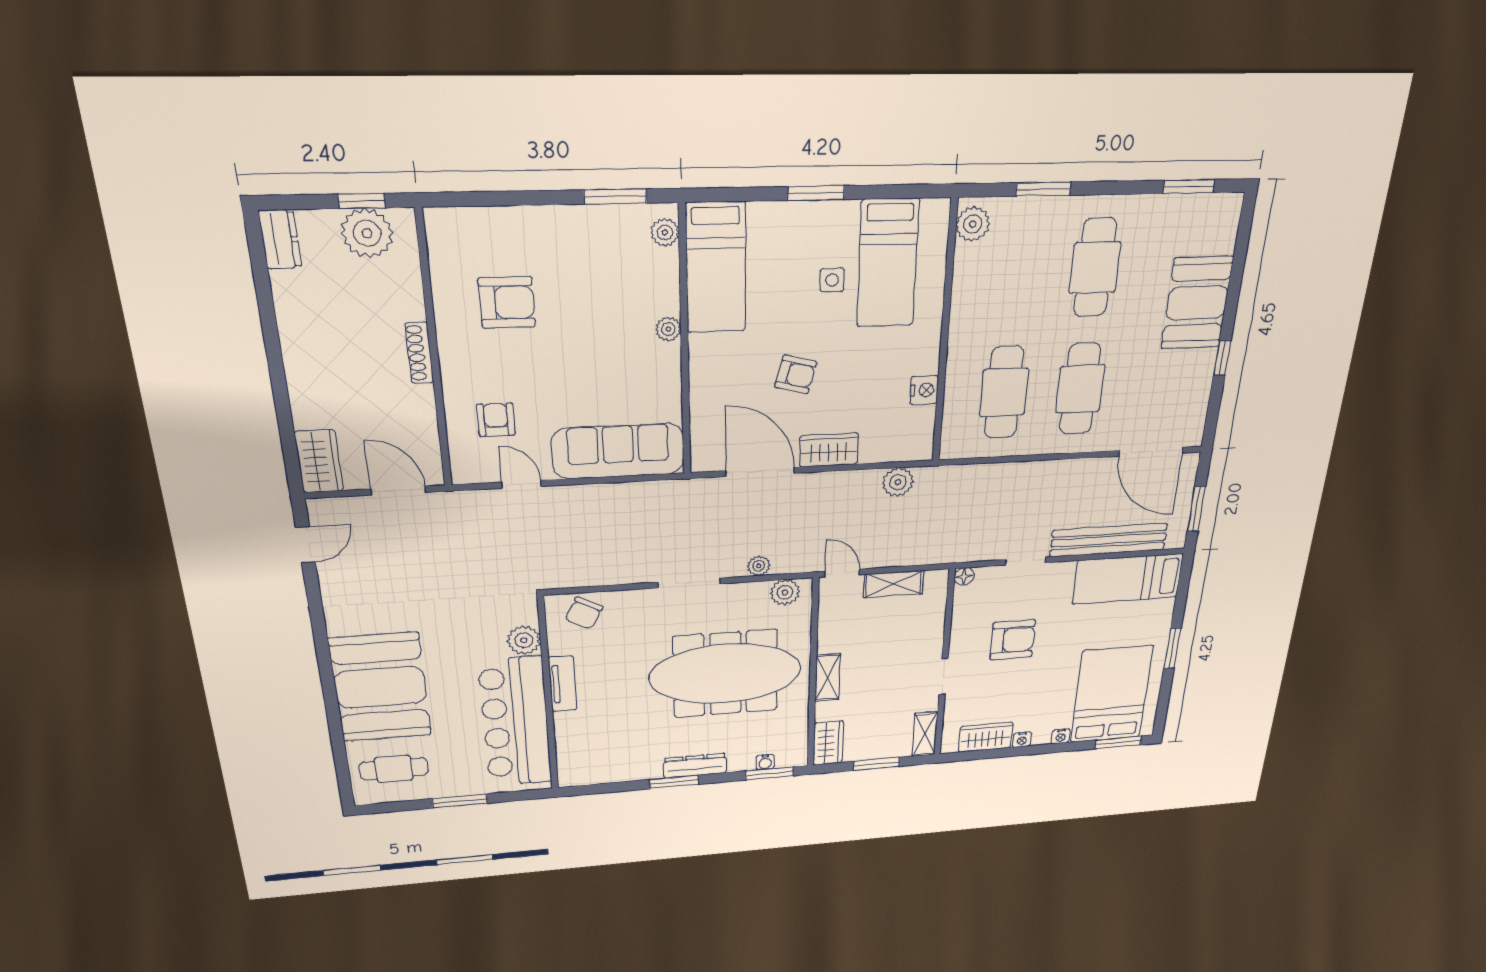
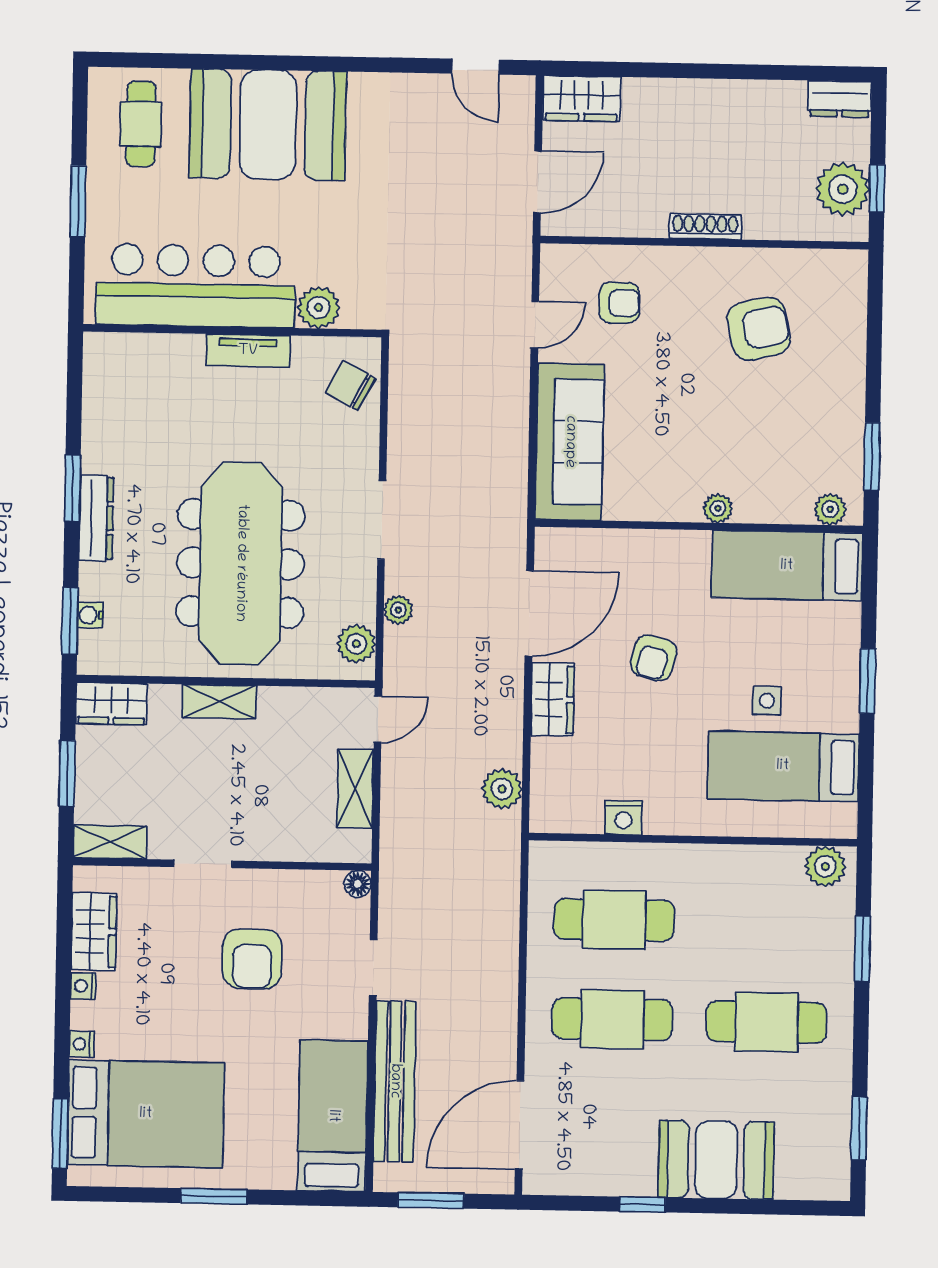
armchair: (507, 302) -> (759, 329), turned -103

